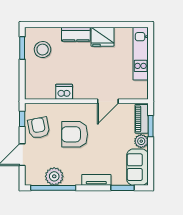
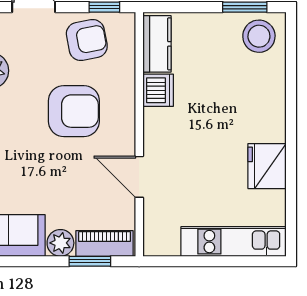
kitchen counter: (76, 34) -> (157, 44), moved, turned 180
stool: (43, 50) -> (259, 36), moved
armchair: (75, 134) -> (74, 111), turned 90

